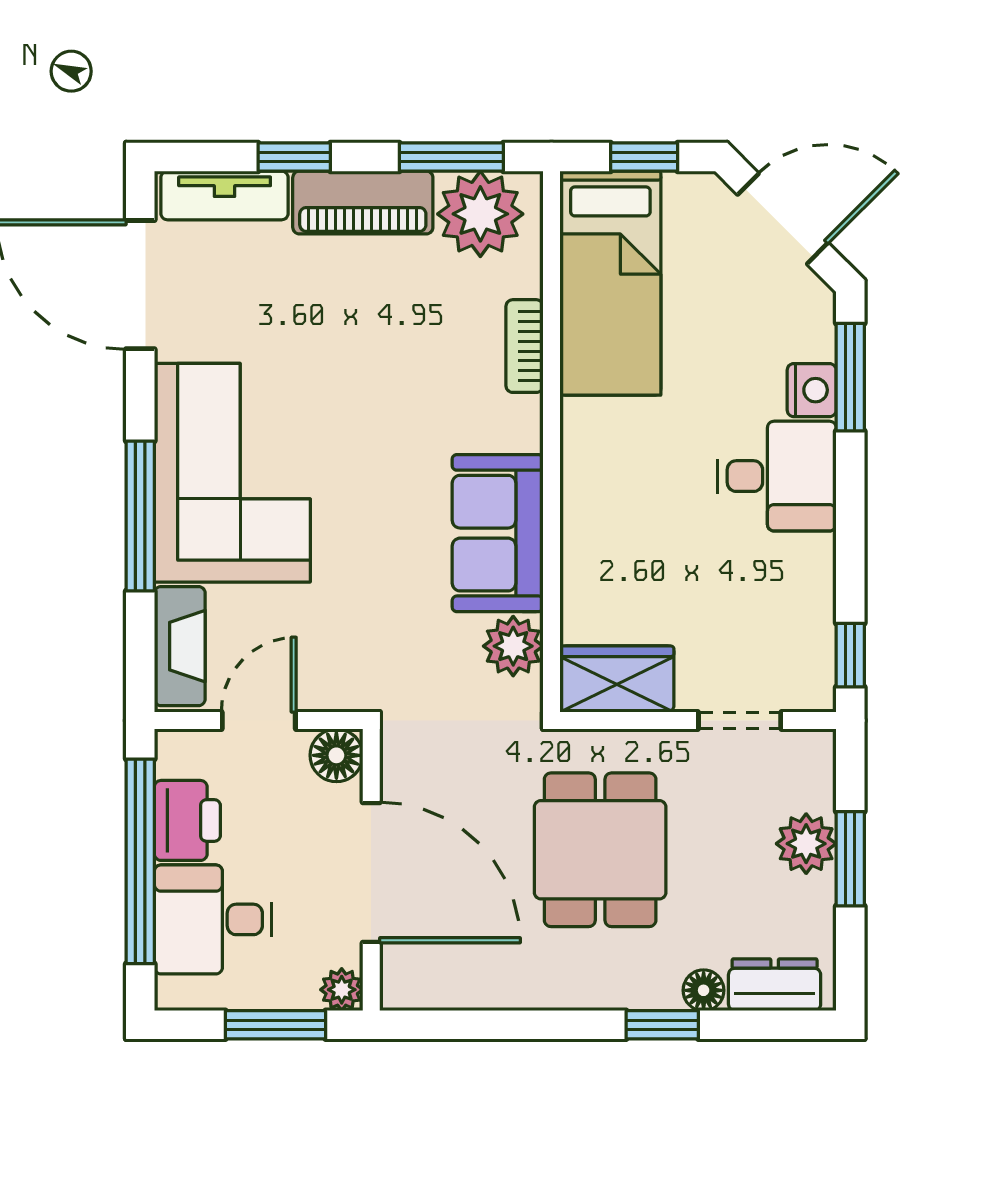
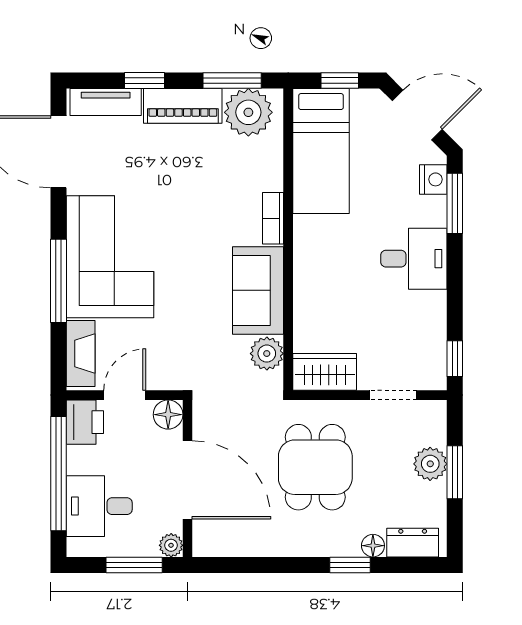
bookcase: (525, 346) -> (273, 218), moved
nightstand: (812, 390) -> (433, 179), moved
printer: (187, 820) -> (85, 422), moved

